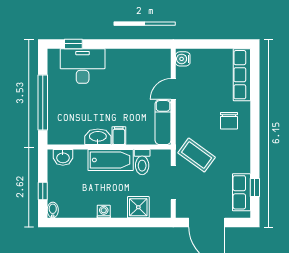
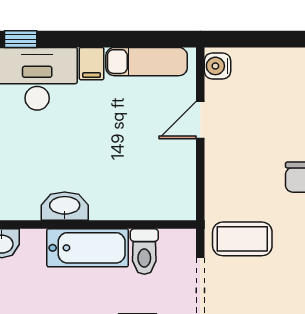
exam couch: (163, 122) -> (147, 62), moved, turned -90
filing cabinet: (119, 136) -> (92, 64), moved, turned 180
coffee table: (197, 155) -> (242, 239), turned -36

